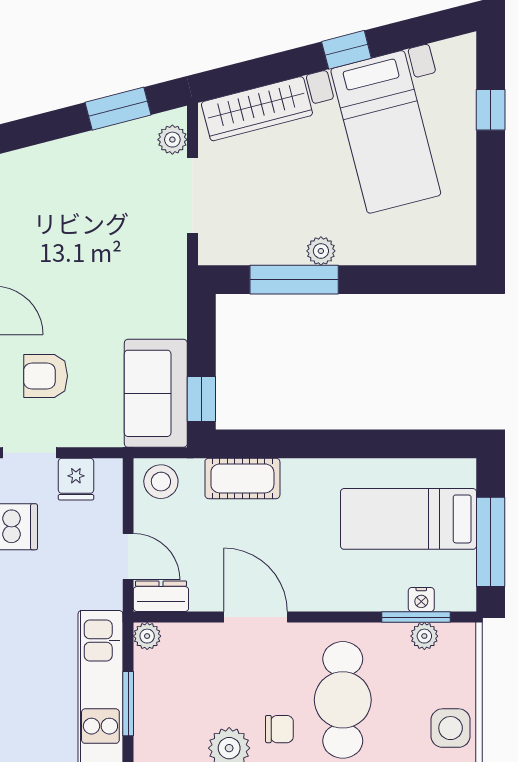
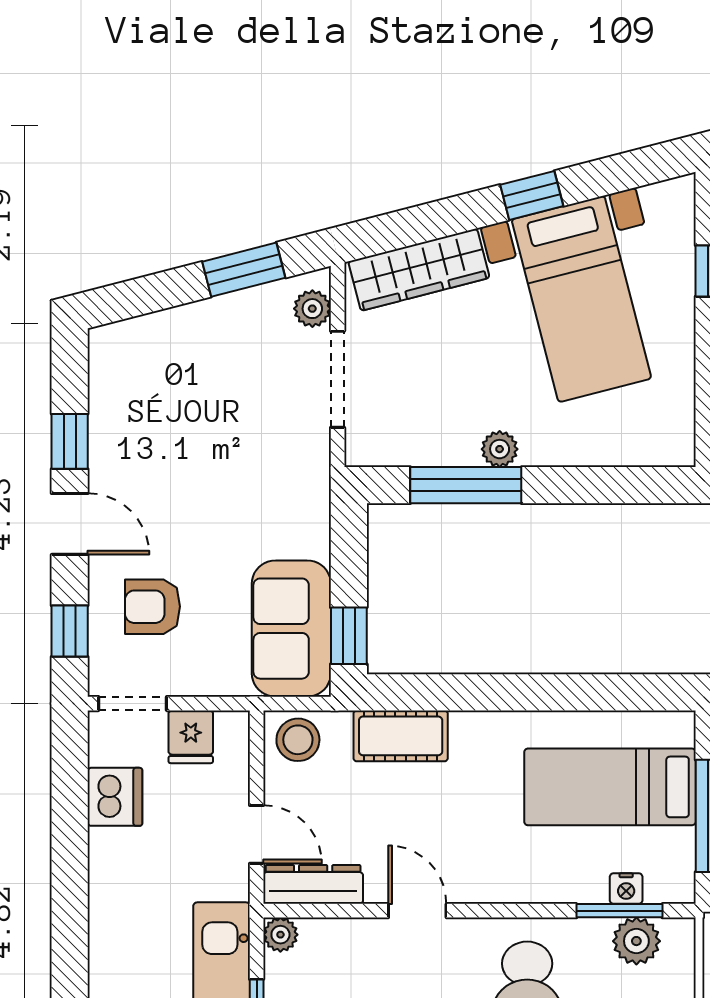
dresser: (161, 596) -> (313, 884), width x1.44
door: (256, 617) -> (417, 911), width x0.73
plant: (424, 636) -> (636, 941), width x1.38, depth x1.38

